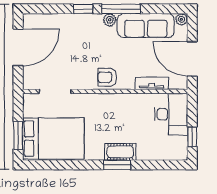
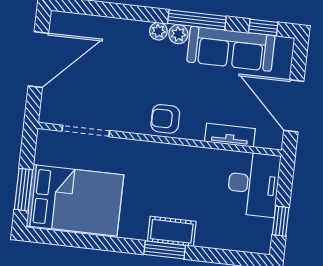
window: (83, 9) -> (263, 27), moved
plant: (182, 19) -> (158, 31), moved

